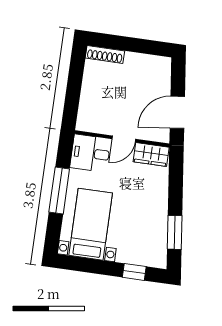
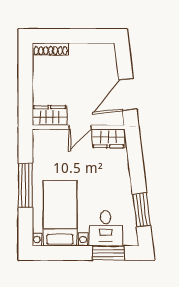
wardrobe: (94, 122) -> (50, 115), added
desk: (90, 153) -> (106, 228), moved, turned -90
window: (134, 272) -> (108, 253), width x1.50

